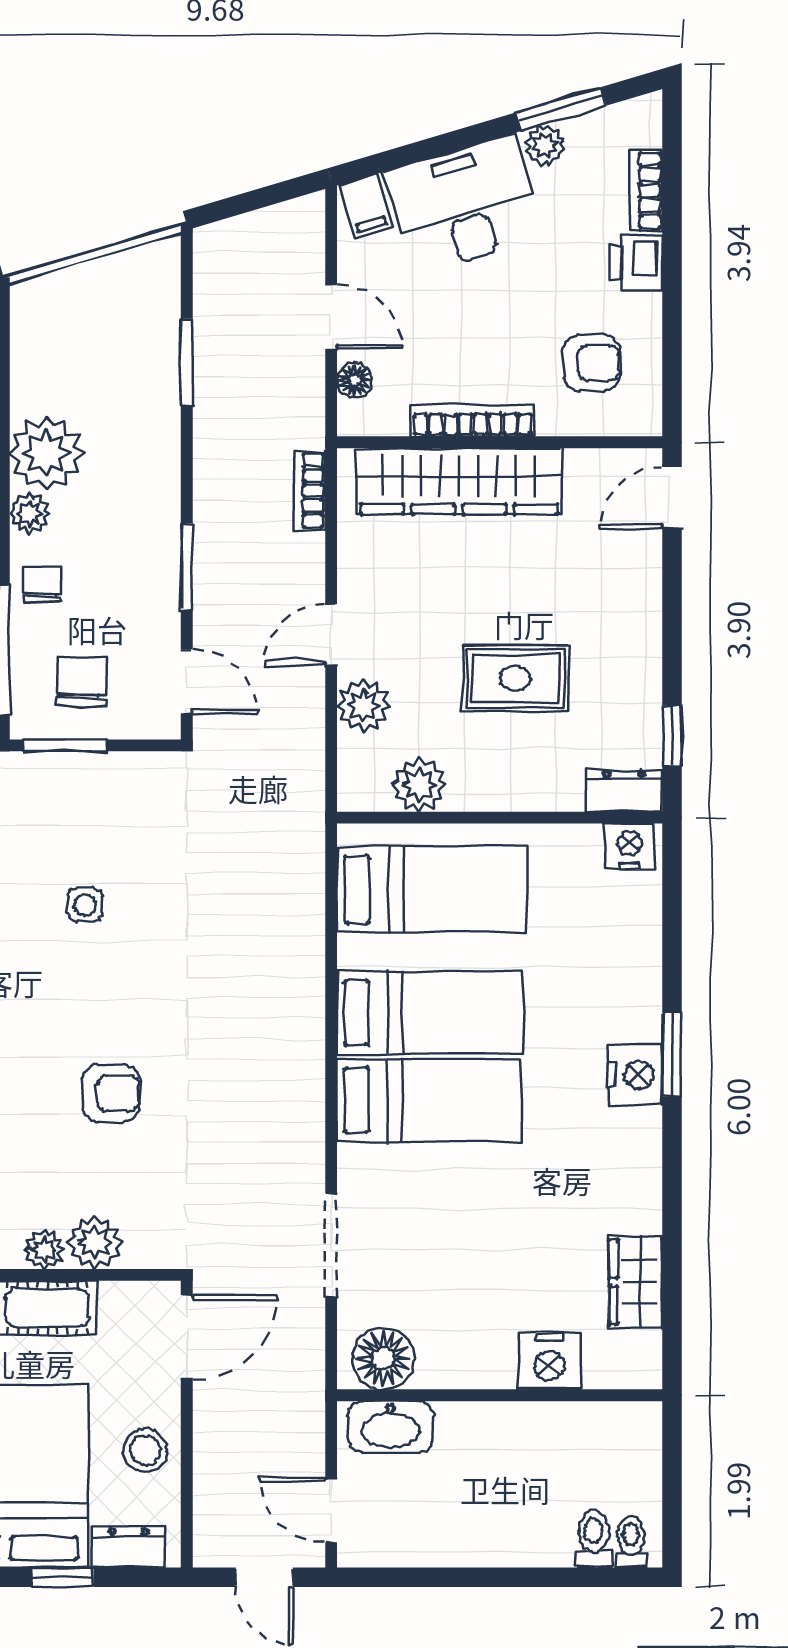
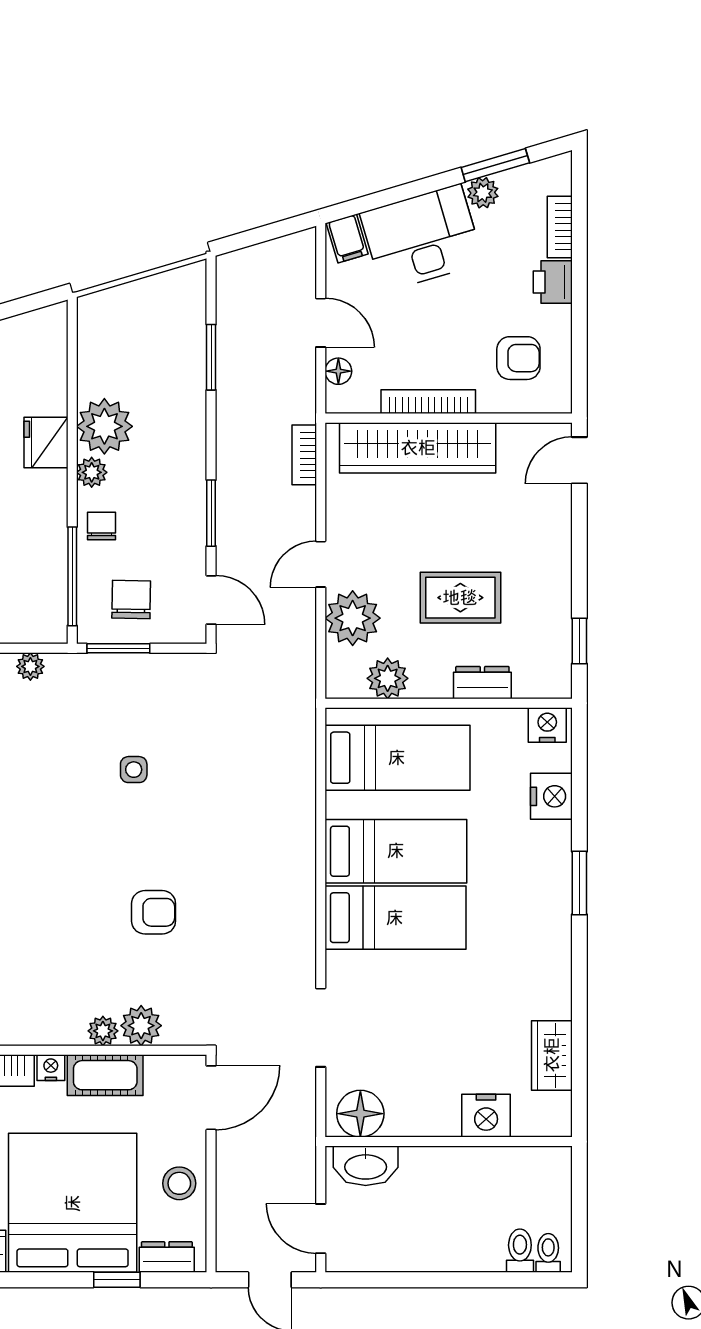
plant: (364, 706) -> (353, 618), width x1.36, depth x1.36
dresser: (624, 791) -> (482, 683), moved
nightstand: (635, 1075) -> (551, 796), moved

